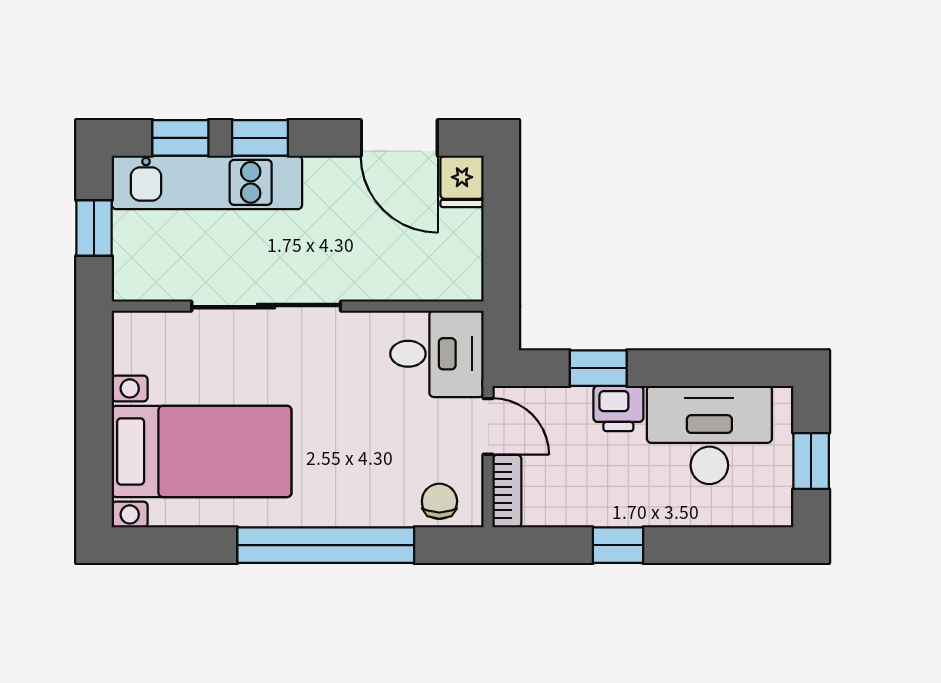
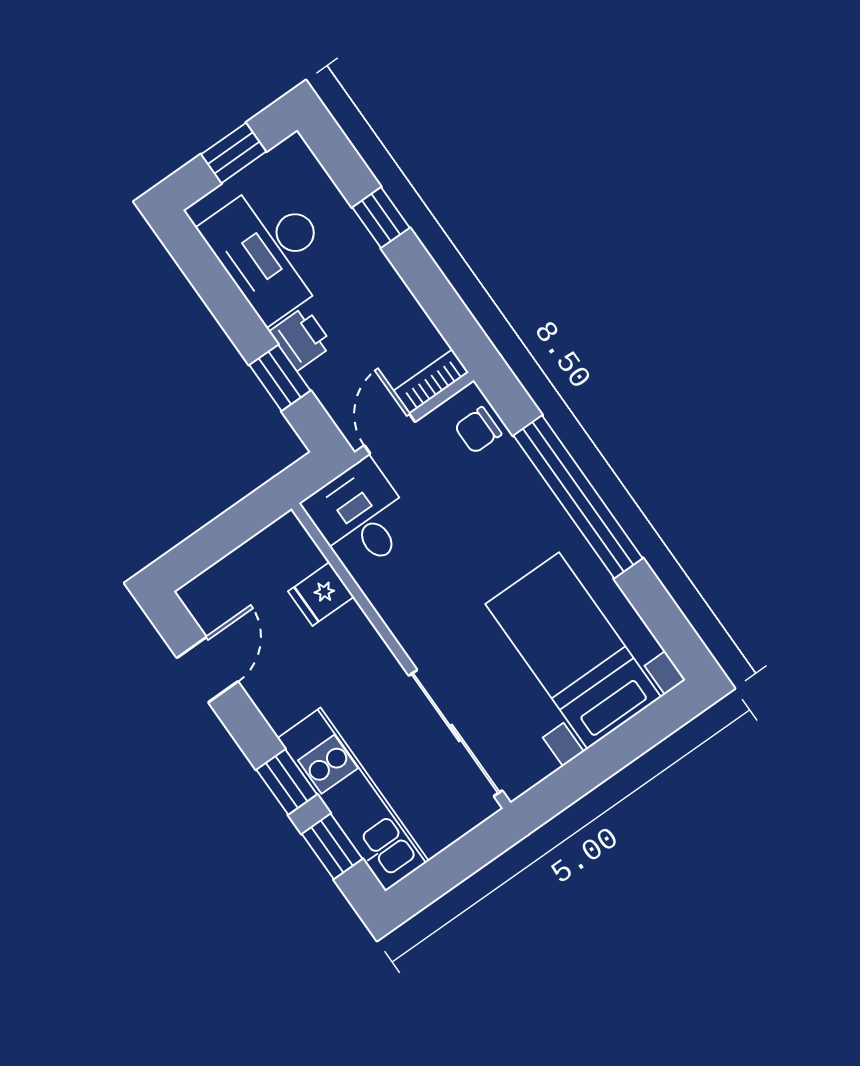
door: (399, 138) -> (207, 670), width x0.73
fridge: (462, 181) -> (321, 594), moved, turned 180
window: (94, 228) -> (454, 865), removed
sliding door: (266, 306) -> (455, 733), moved
window: (618, 545) -> (381, 218), moved

